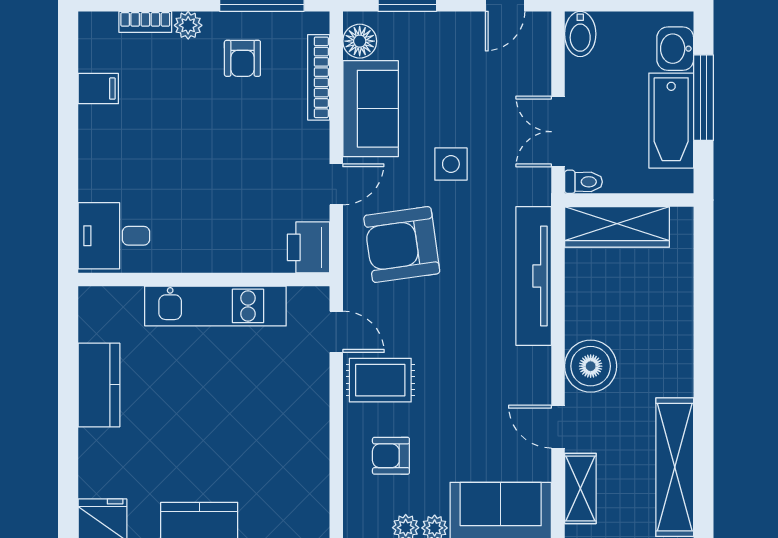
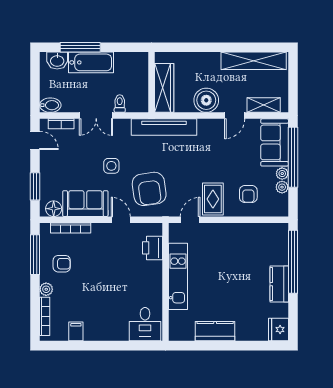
bookcase: (145, 22) -> (45, 316), width x1.56
bookcase: (540, 57) -> (61, 124), added
wall: (629, 200) -> (152, 82), moved
wardrobe: (617, 227) -> (164, 88), moved
printer: (309, 247) -> (153, 248), moved, turned 90

